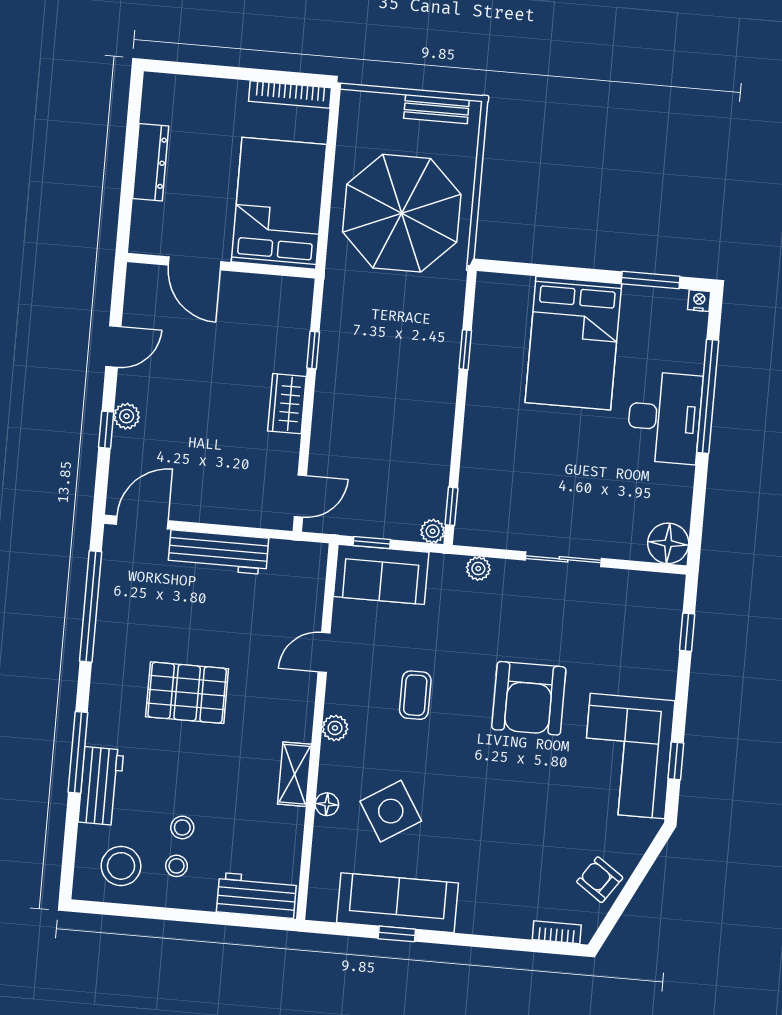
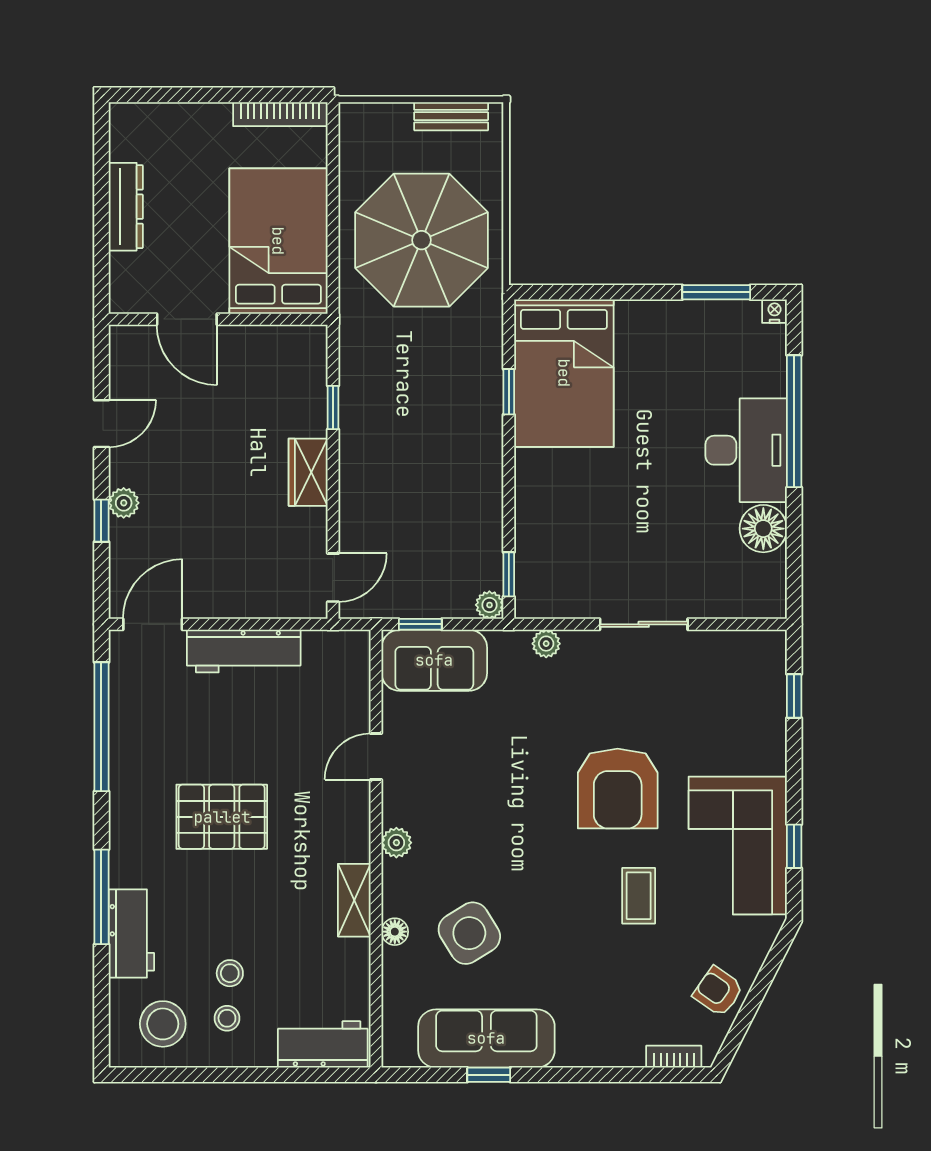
bed: (573, 343) -> (564, 373), moved
floor lamp: (668, 543) -> (763, 529), moved
coffee table: (415, 695) -> (639, 896), moved

